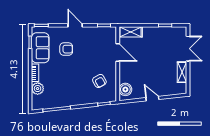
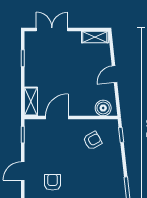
shelving: (182, 72) -> (95, 37), moved

